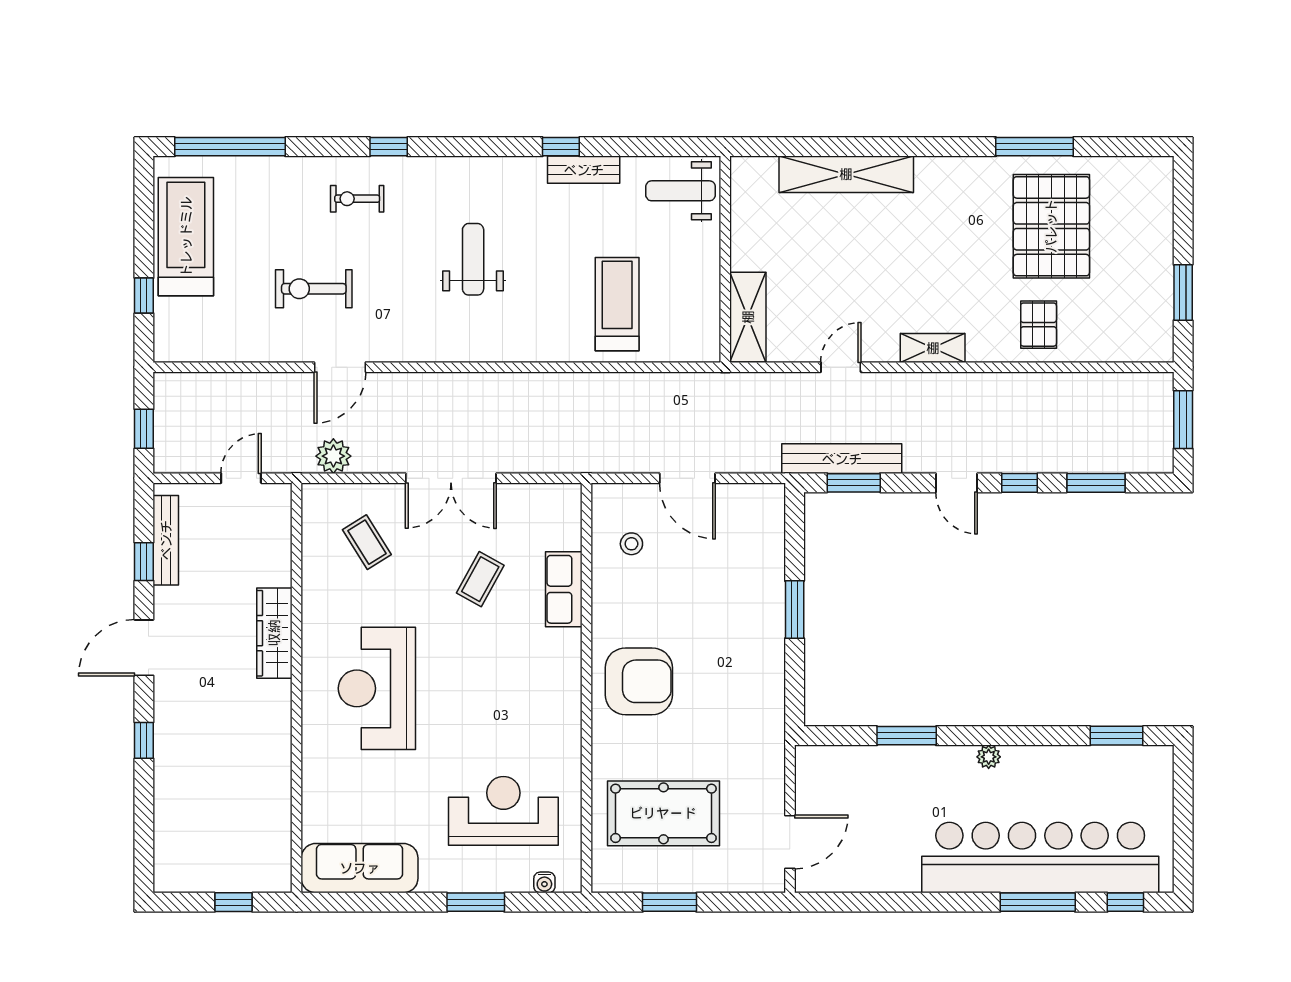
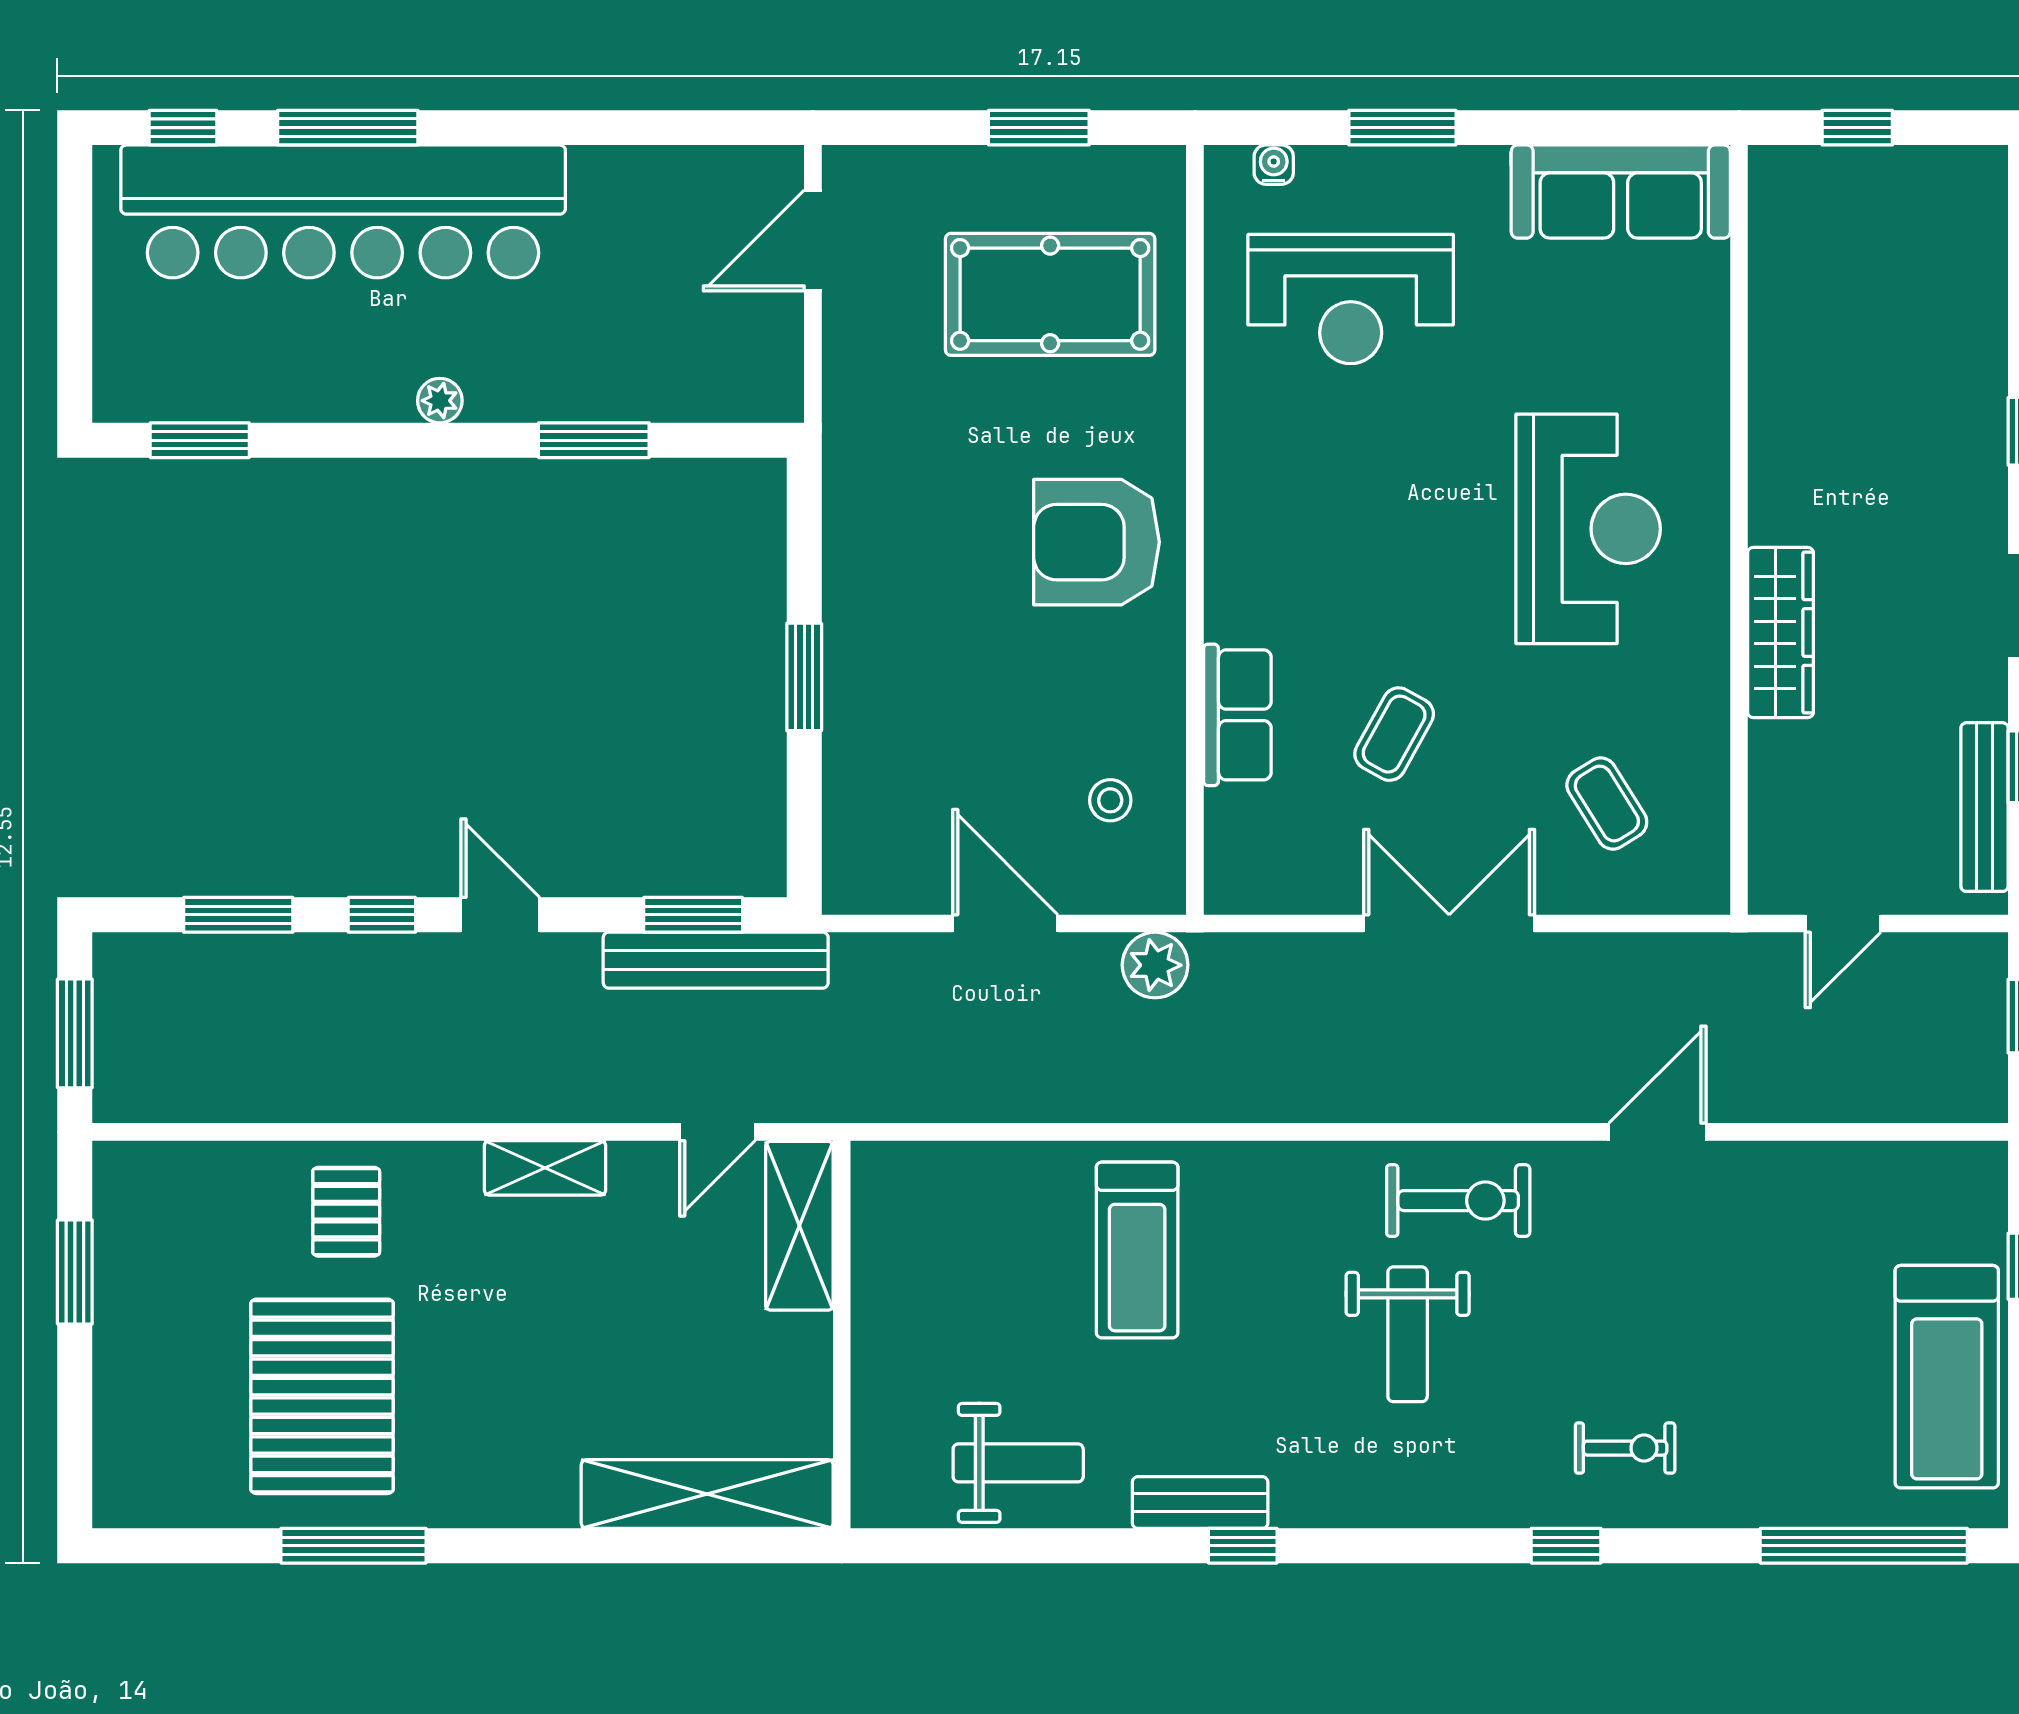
wall: (725, 259) -> (842, 1334), moved
exercise bike: (314, 289) -> (1458, 1201), moved
shelving: (748, 317) -> (799, 1226), moved
plant: (333, 456) -> (1155, 965), moved

